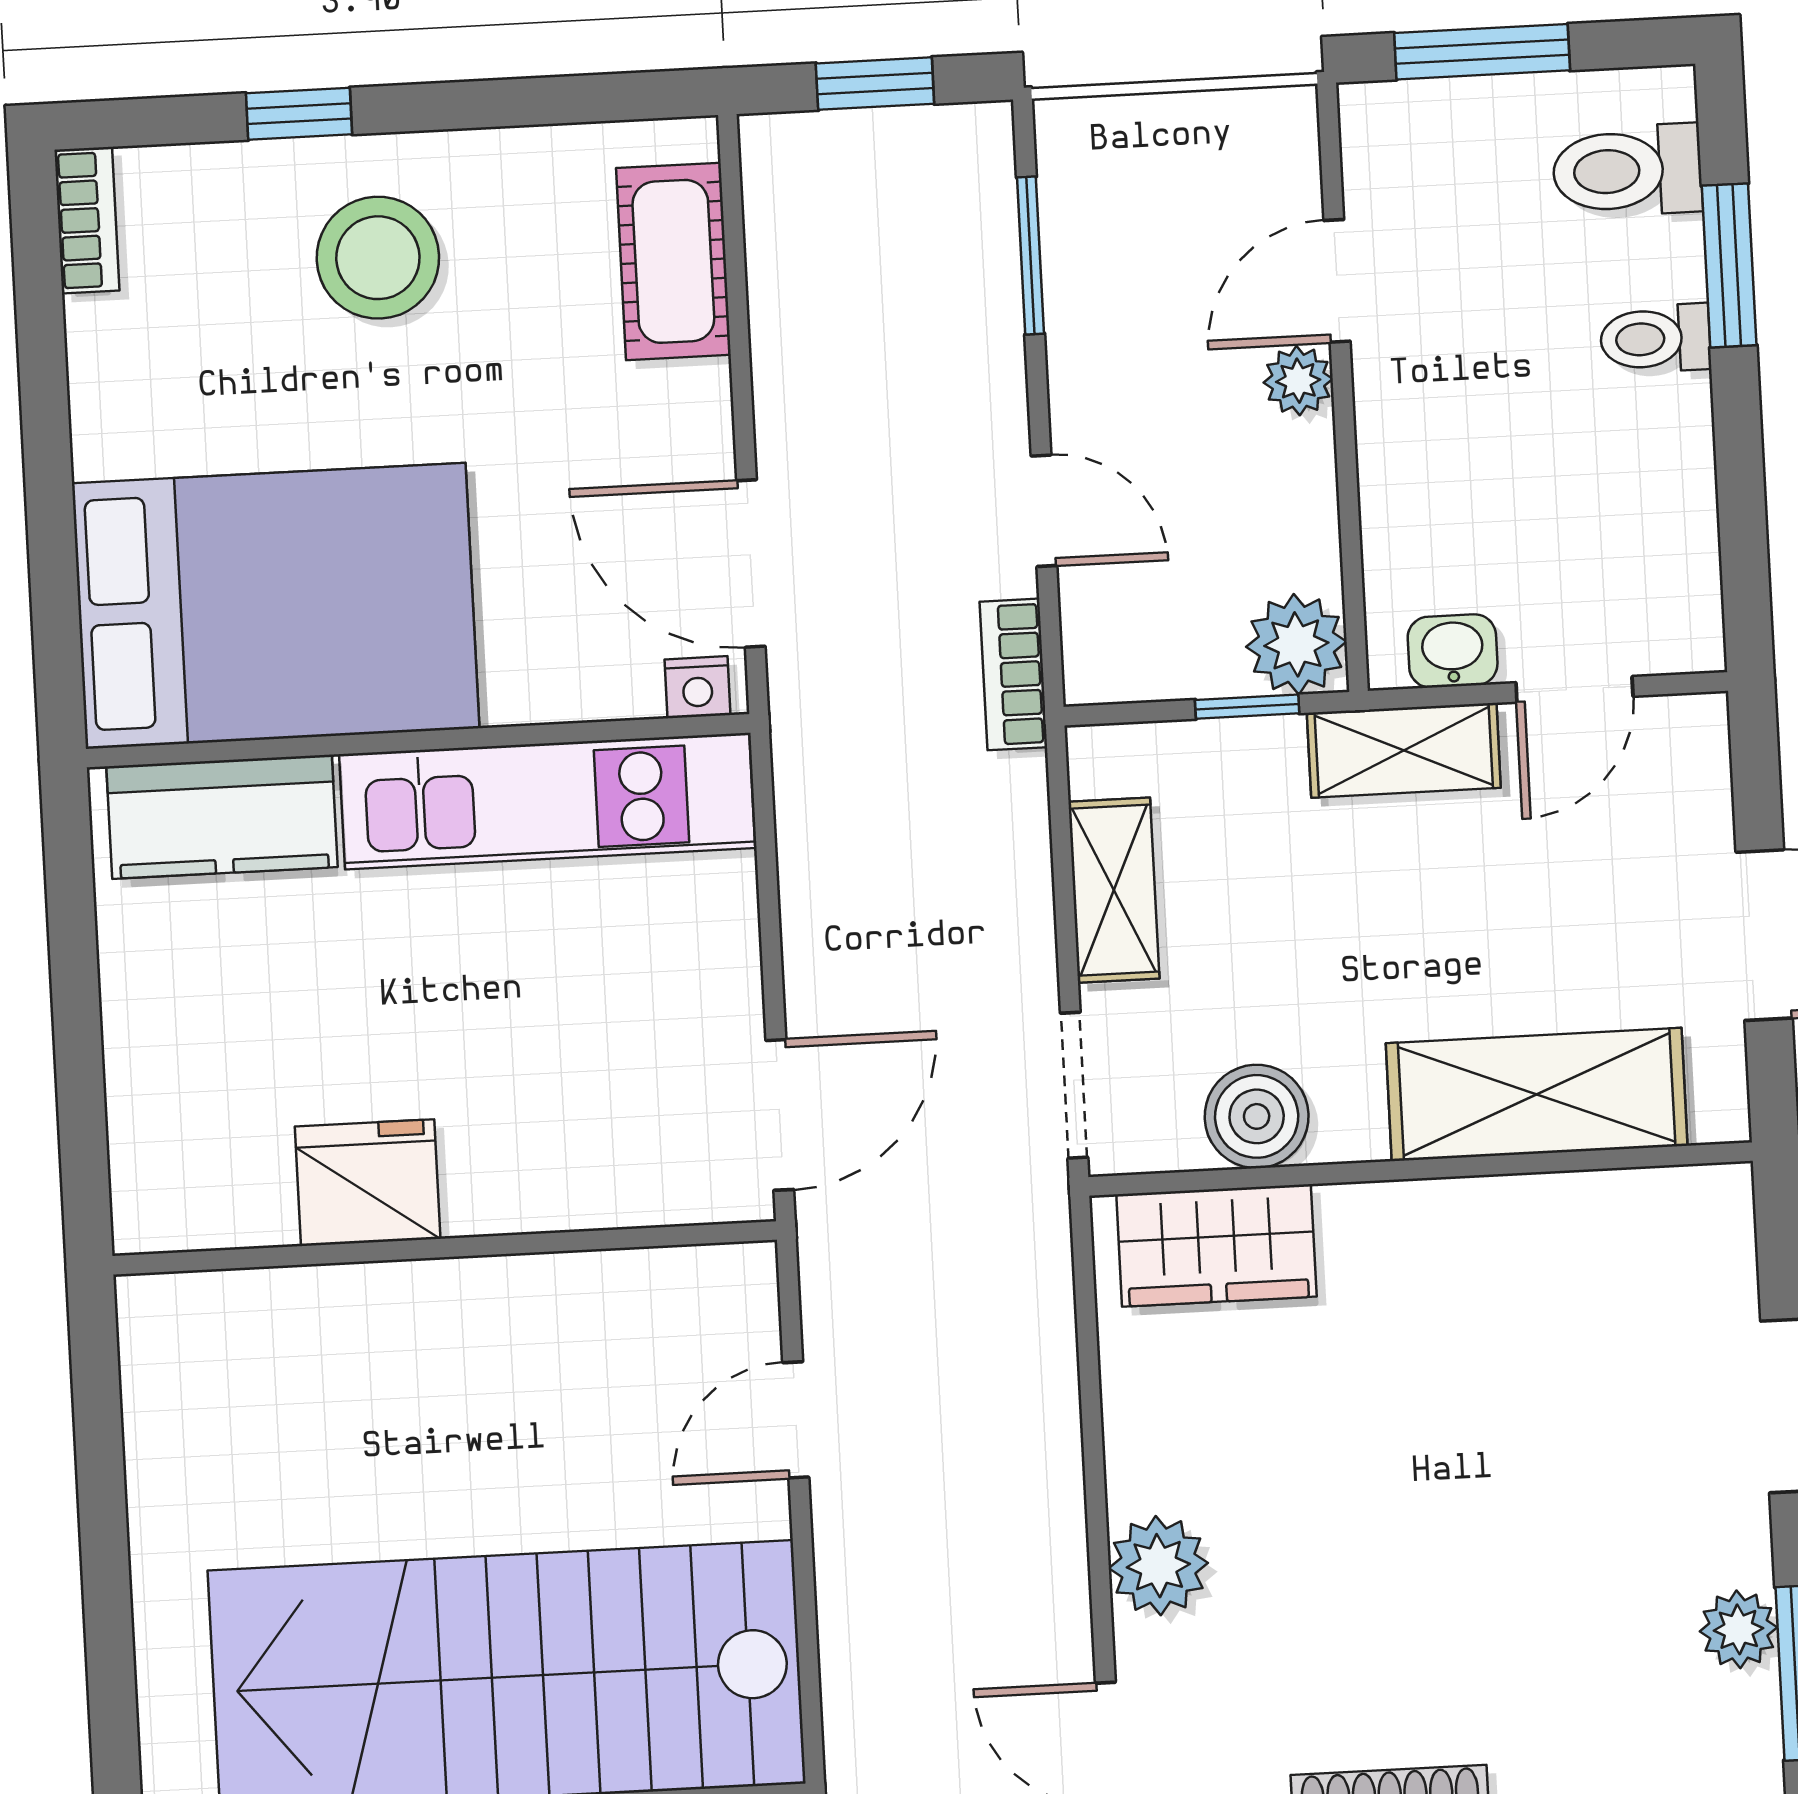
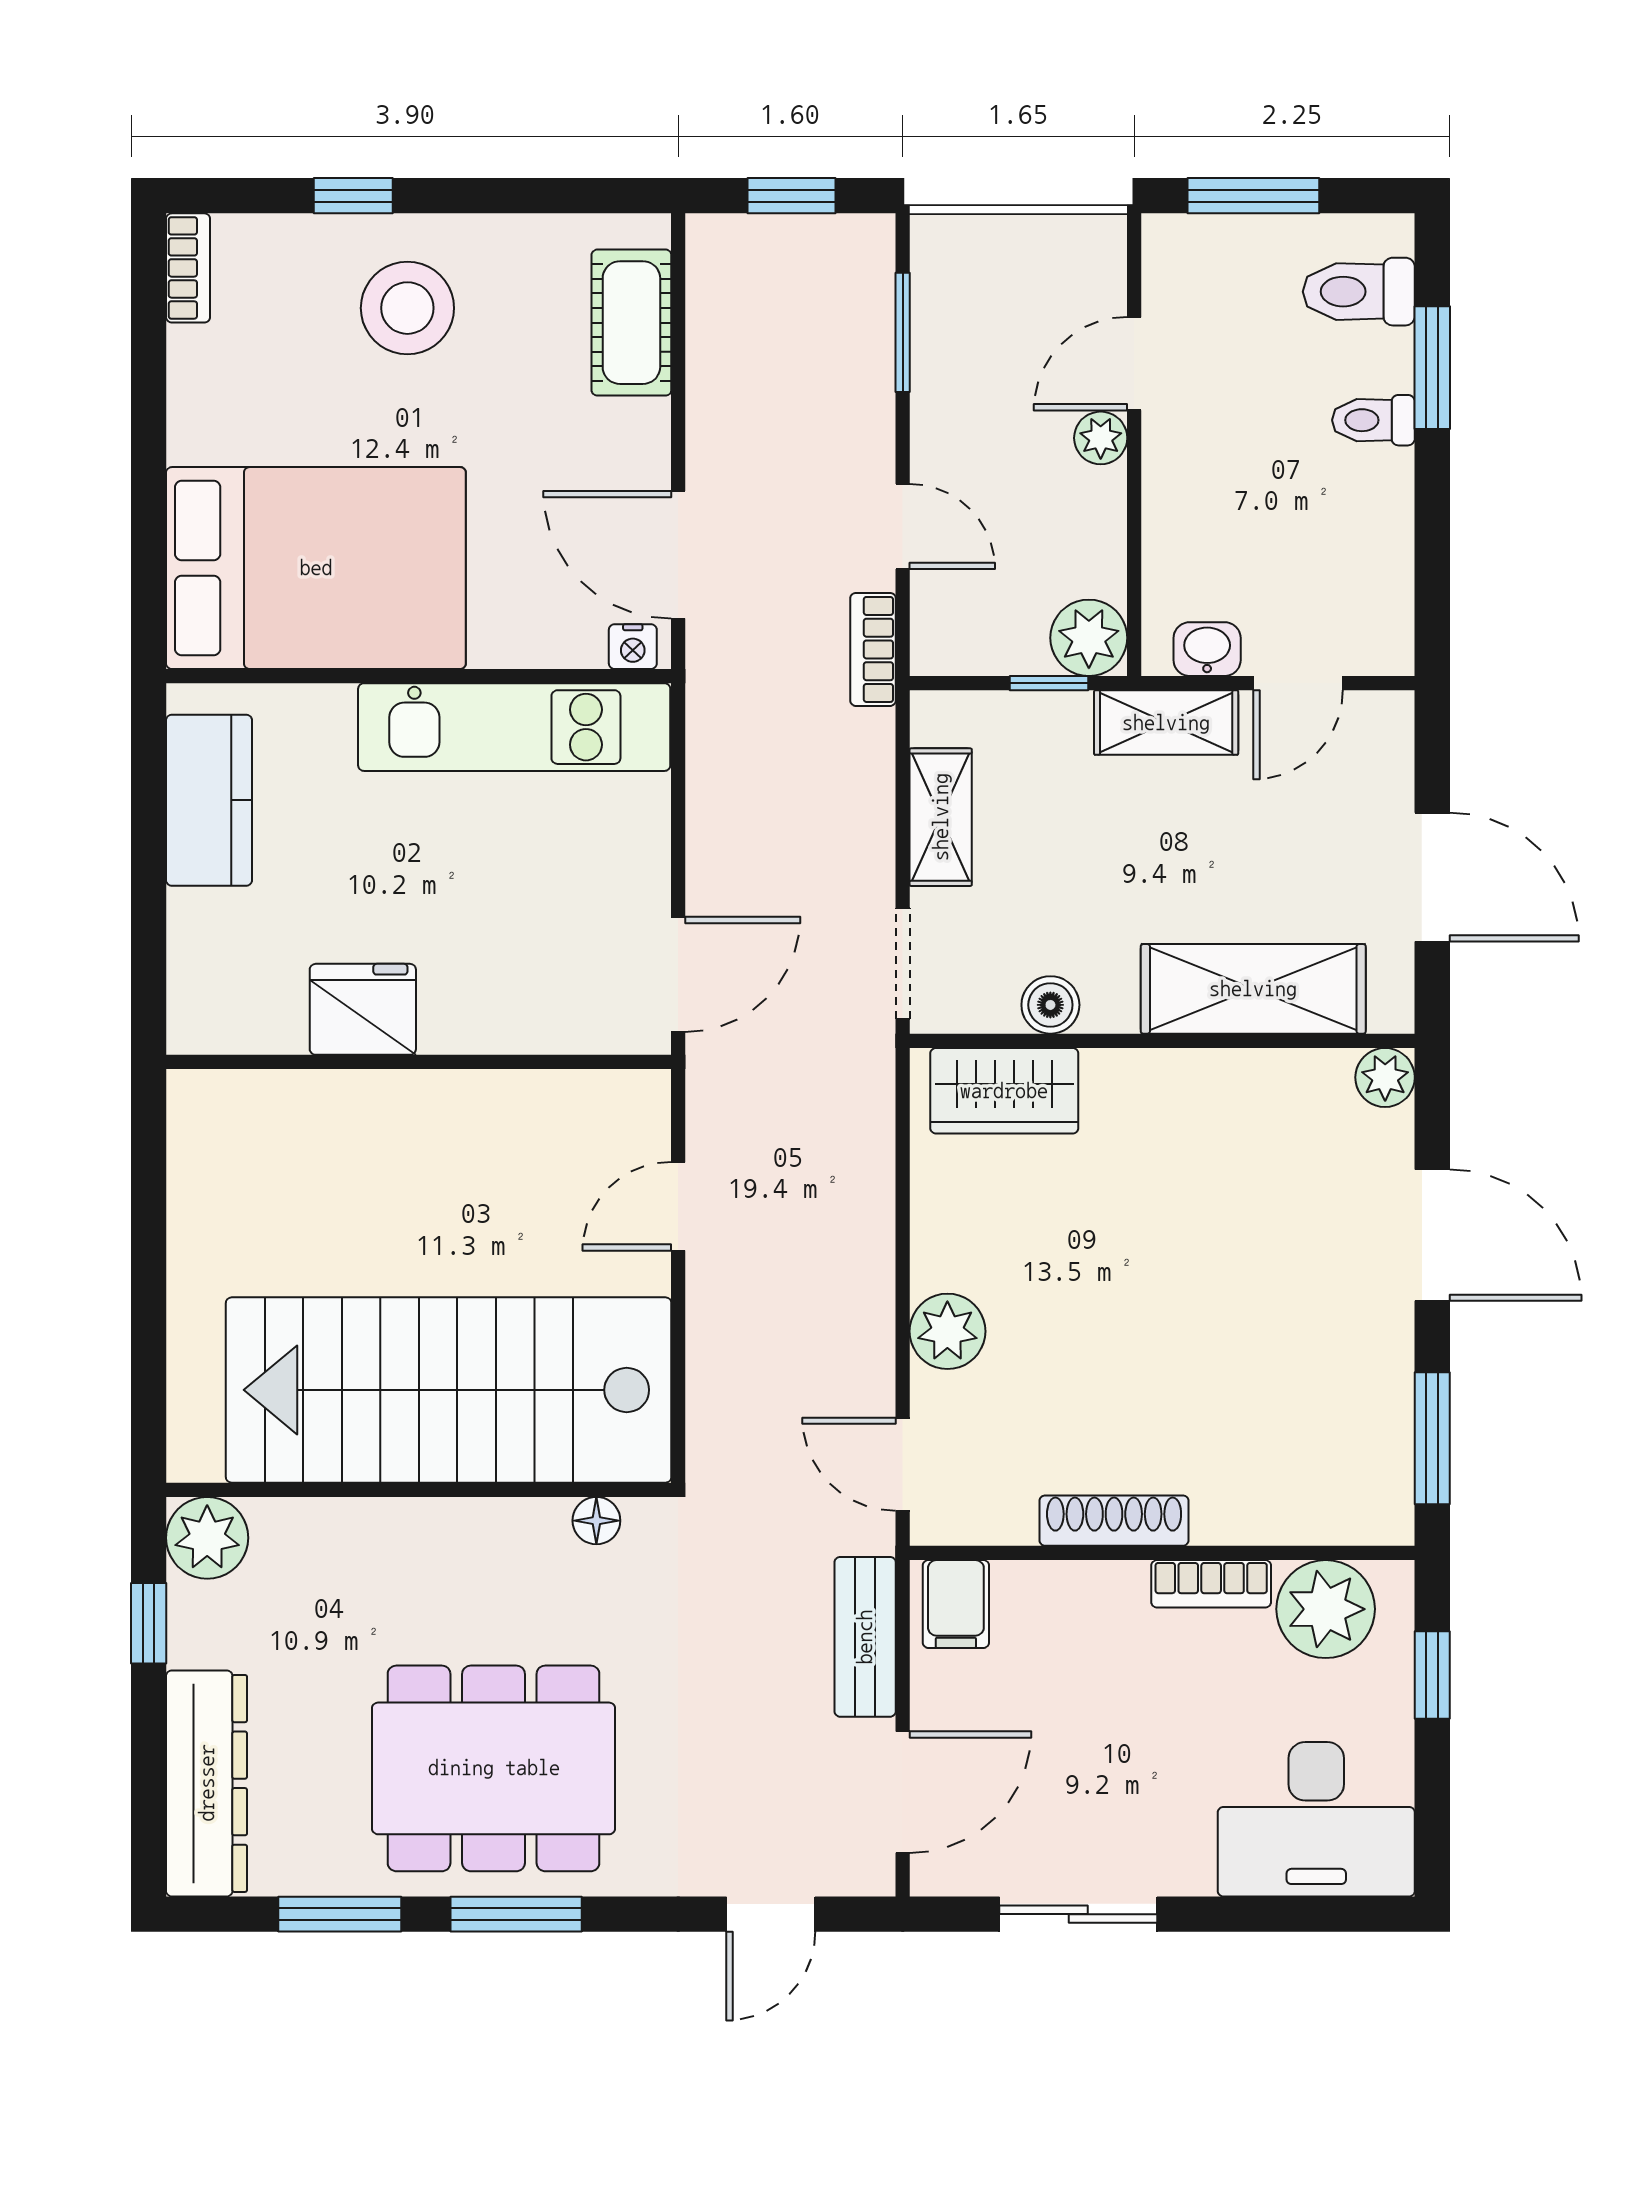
kitchen counter: (222, 817) -> (209, 800), moved, turned -90
boiler: (1257, 1116) -> (1050, 1005), width x0.73, depth x0.73
plant: (1738, 1629) -> (1385, 1077), moved

